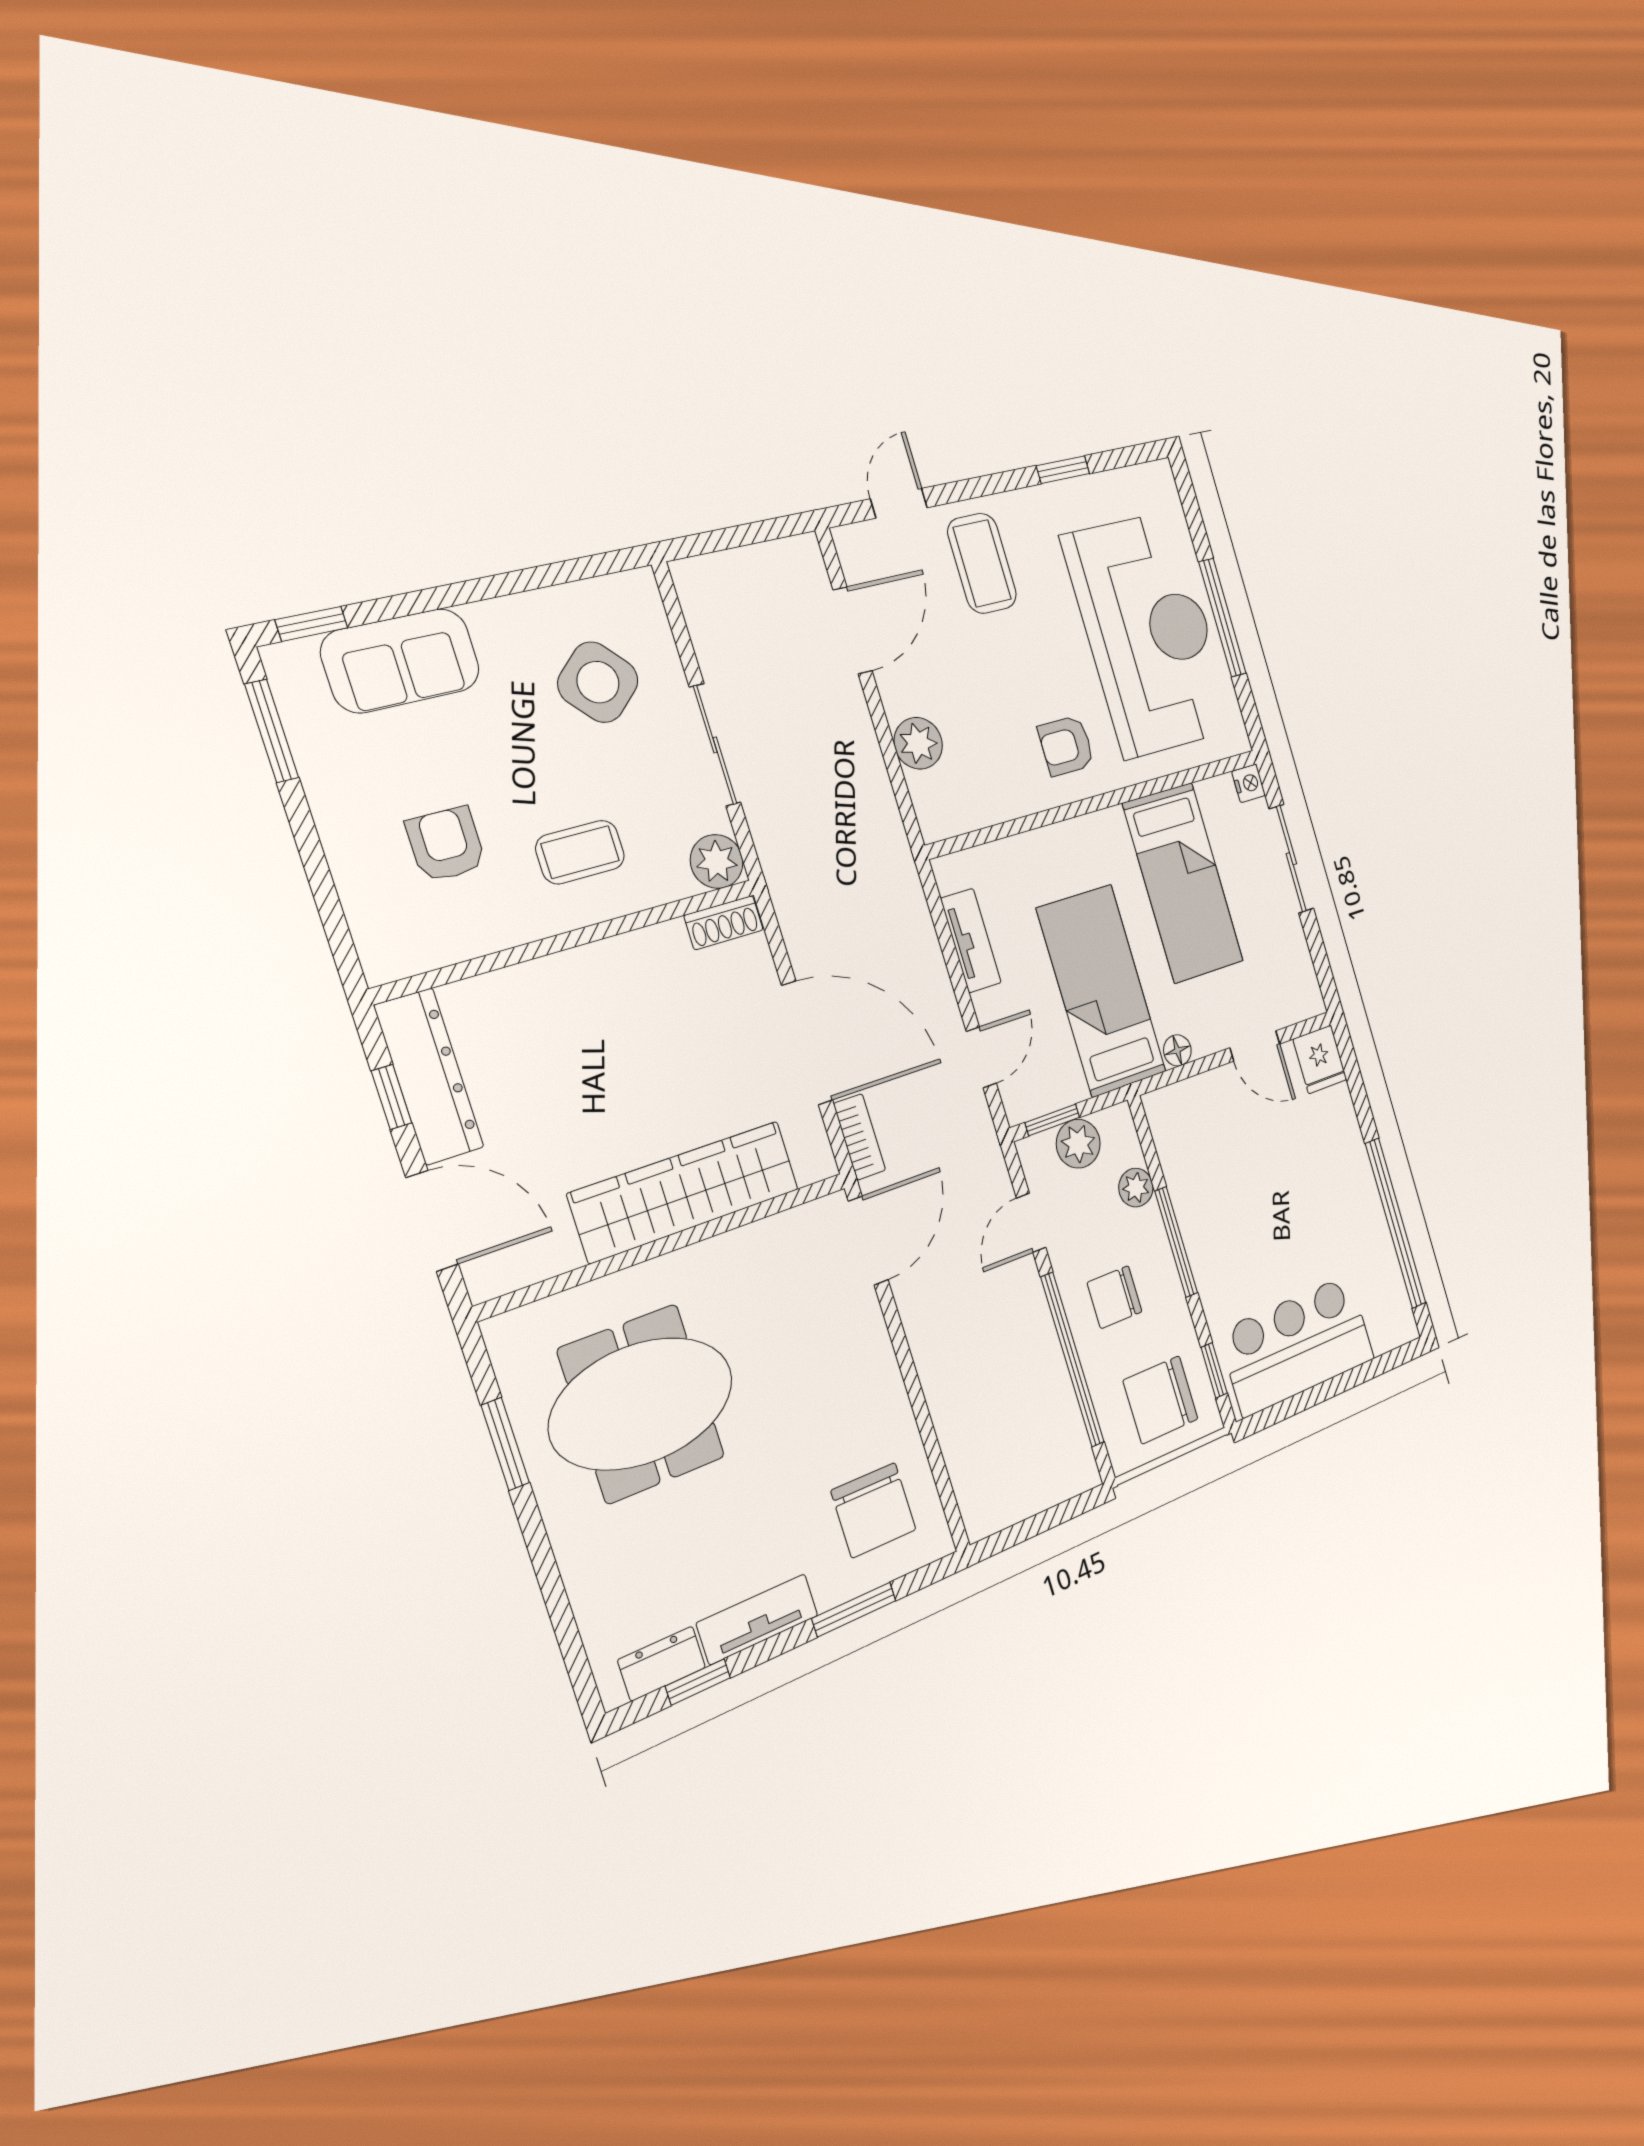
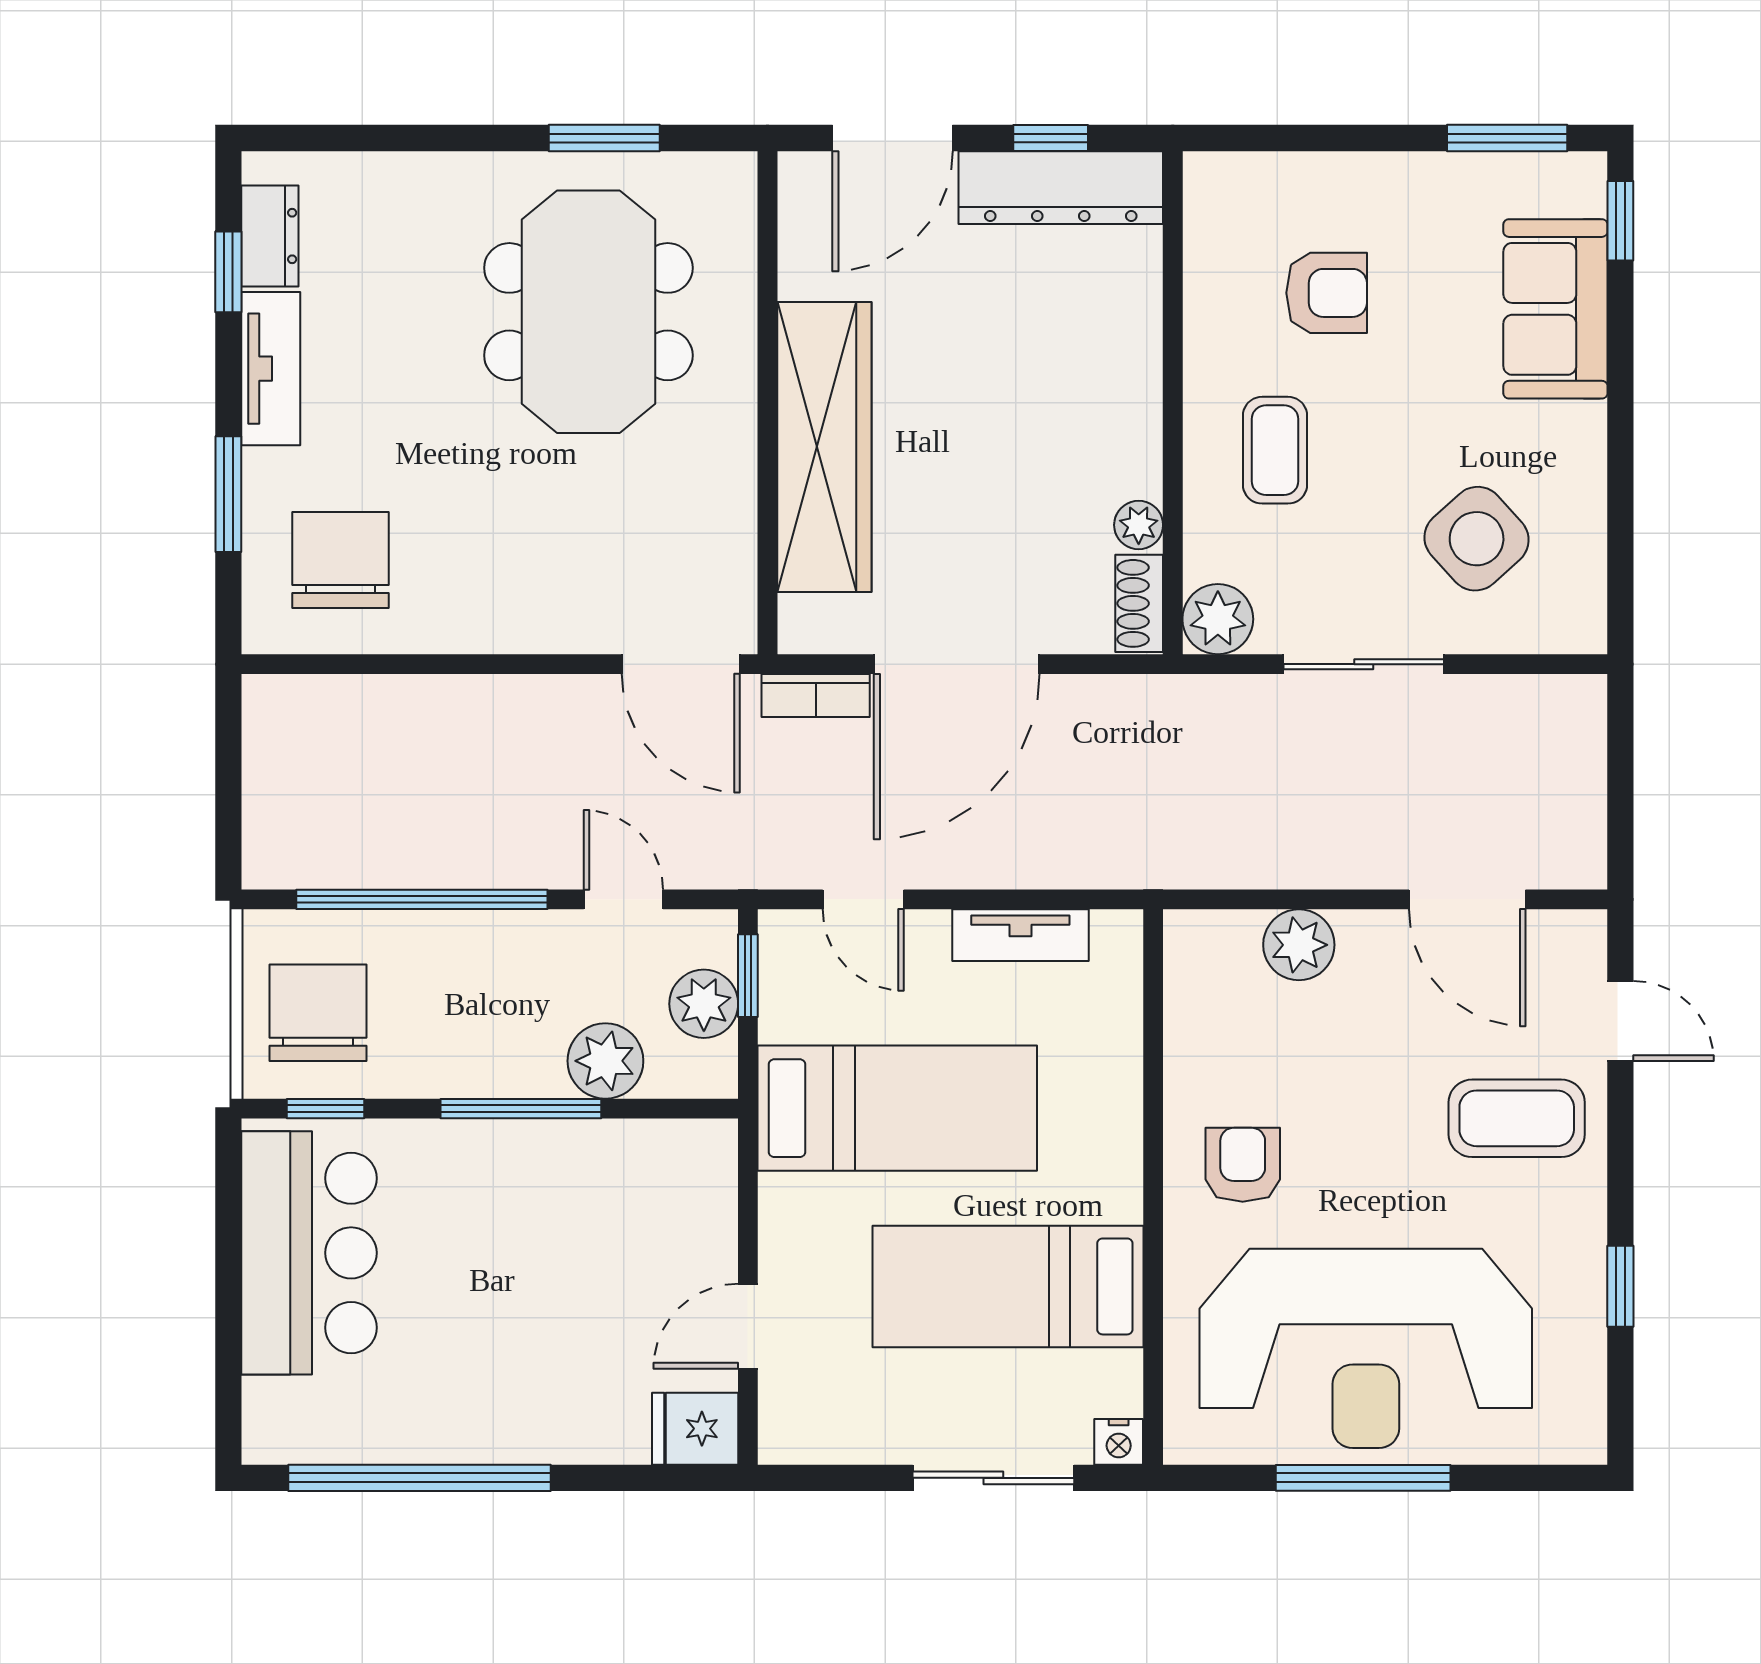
plant: (668, 940) -> (1139, 525), added
floor lamp: (1177, 1050) -> (780, 1199), removed
plant: (1136, 1188) -> (605, 1061), width x1.38, depth x1.38
chair: (1115, 1297) -> (481, 990), removed
chair: (873, 1510) -> (340, 560), turned 90

